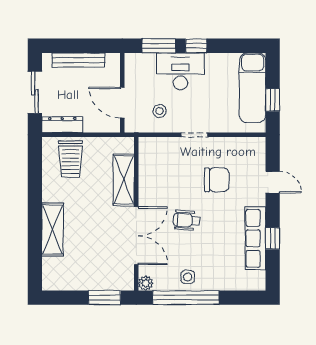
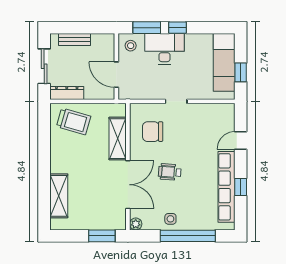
bench: (79, 60) -> (74, 40), width x0.73
stool: (160, 111) -> (131, 46), moved
trolley: (70, 159) -> (74, 121), turned -74
chair: (217, 180) -> (153, 132), moved, turned 180
door: (273, 182) -> (241, 140), swing flipped
shelving: (53, 230) -> (59, 196), moved
row of seats: (255, 238) -> (226, 187), width x1.36
window: (186, 298) -> (188, 236), moved

